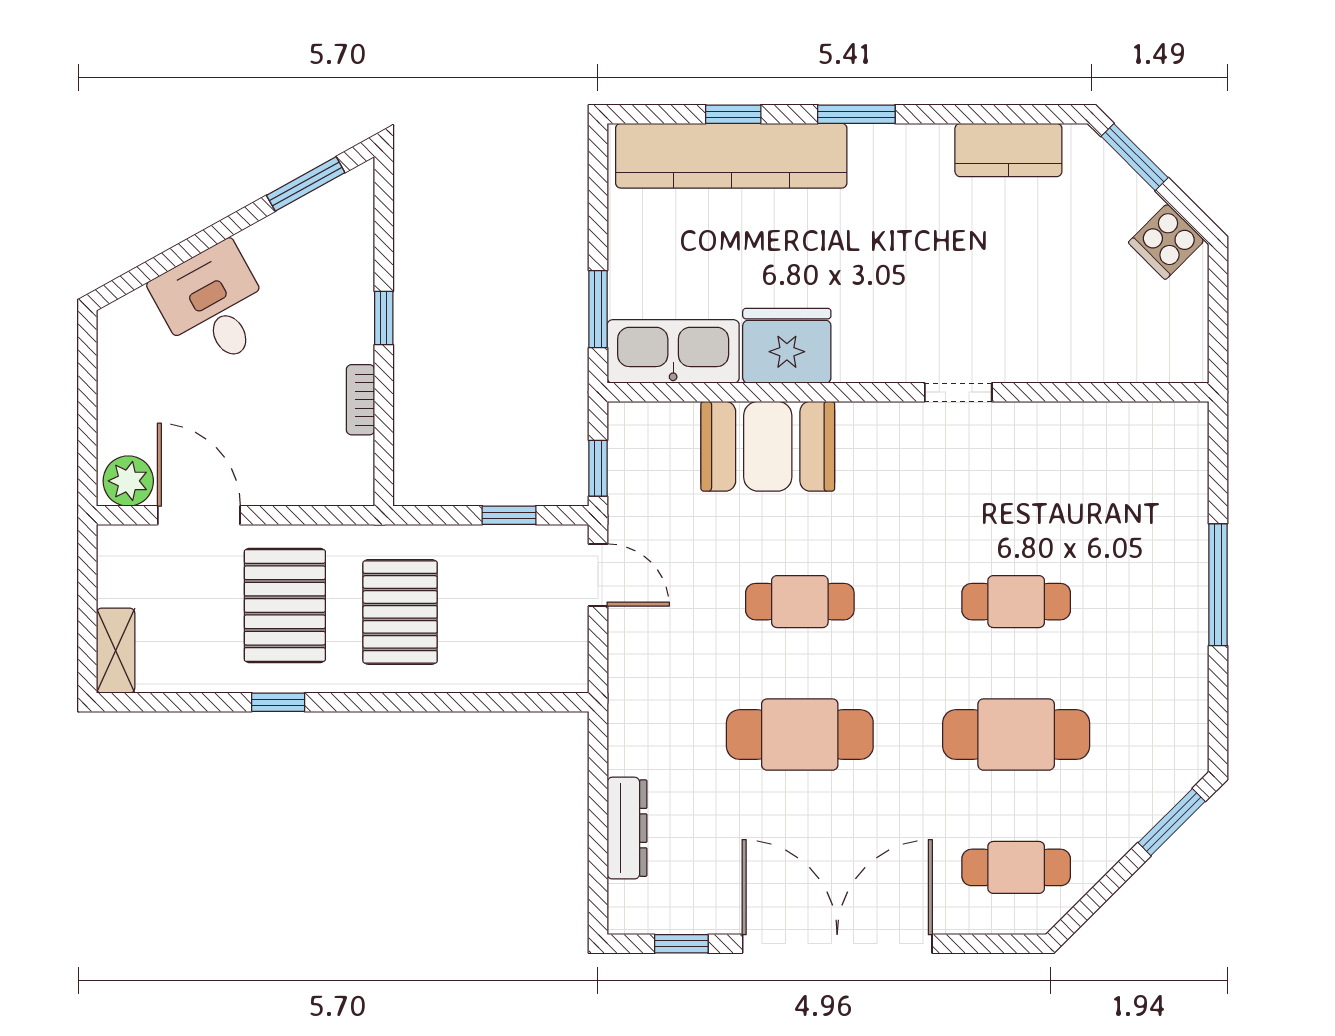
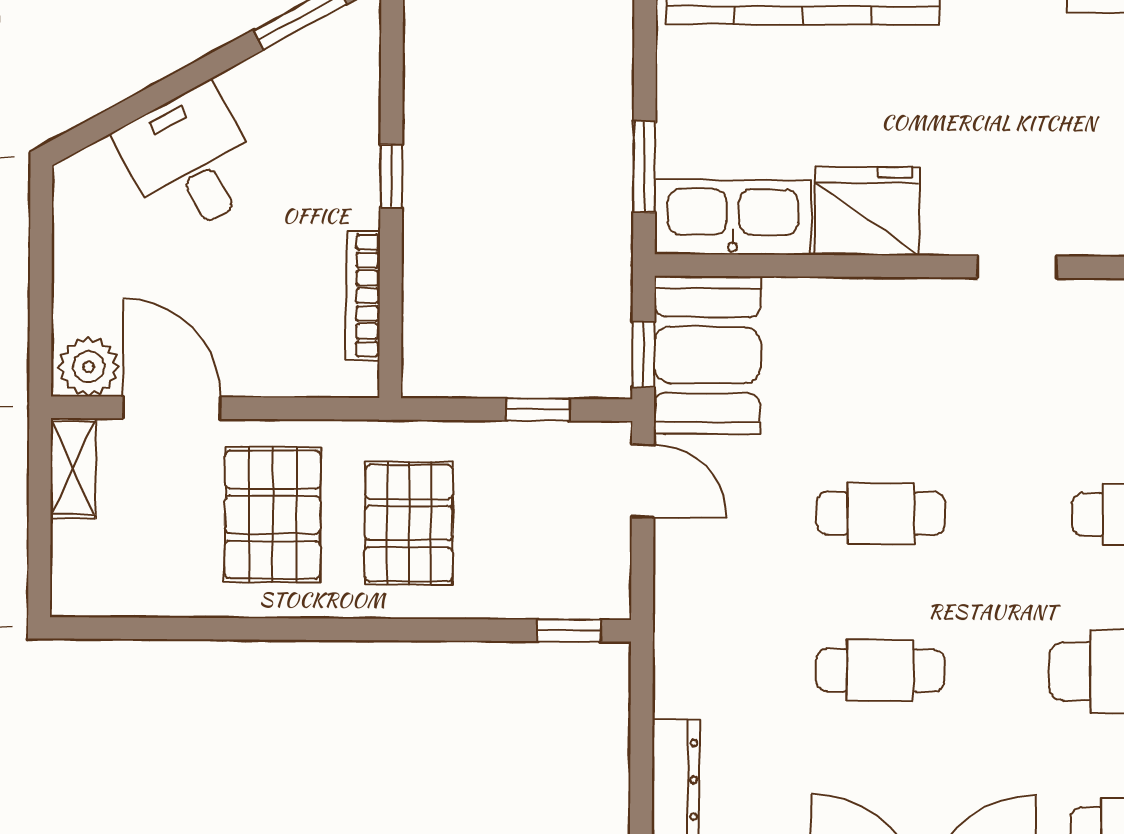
doorway: (958, 392) -> (1017, 267), moved
bookcase: (360, 400) -> (363, 296), width x1.56
booth: (768, 446) -> (707, 355), moved, turned 90
shelving: (116, 651) -> (73, 468), moved
window: (278, 702) -> (569, 631), moved
cafe table: (800, 735) -> (880, 670), width x0.73, depth x0.74

